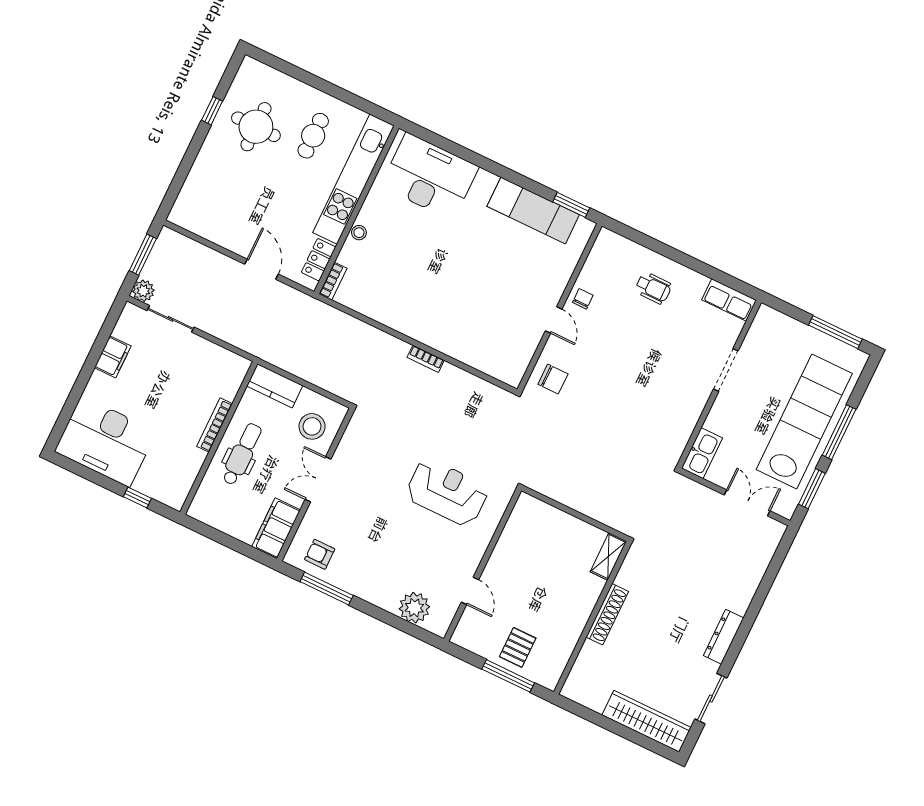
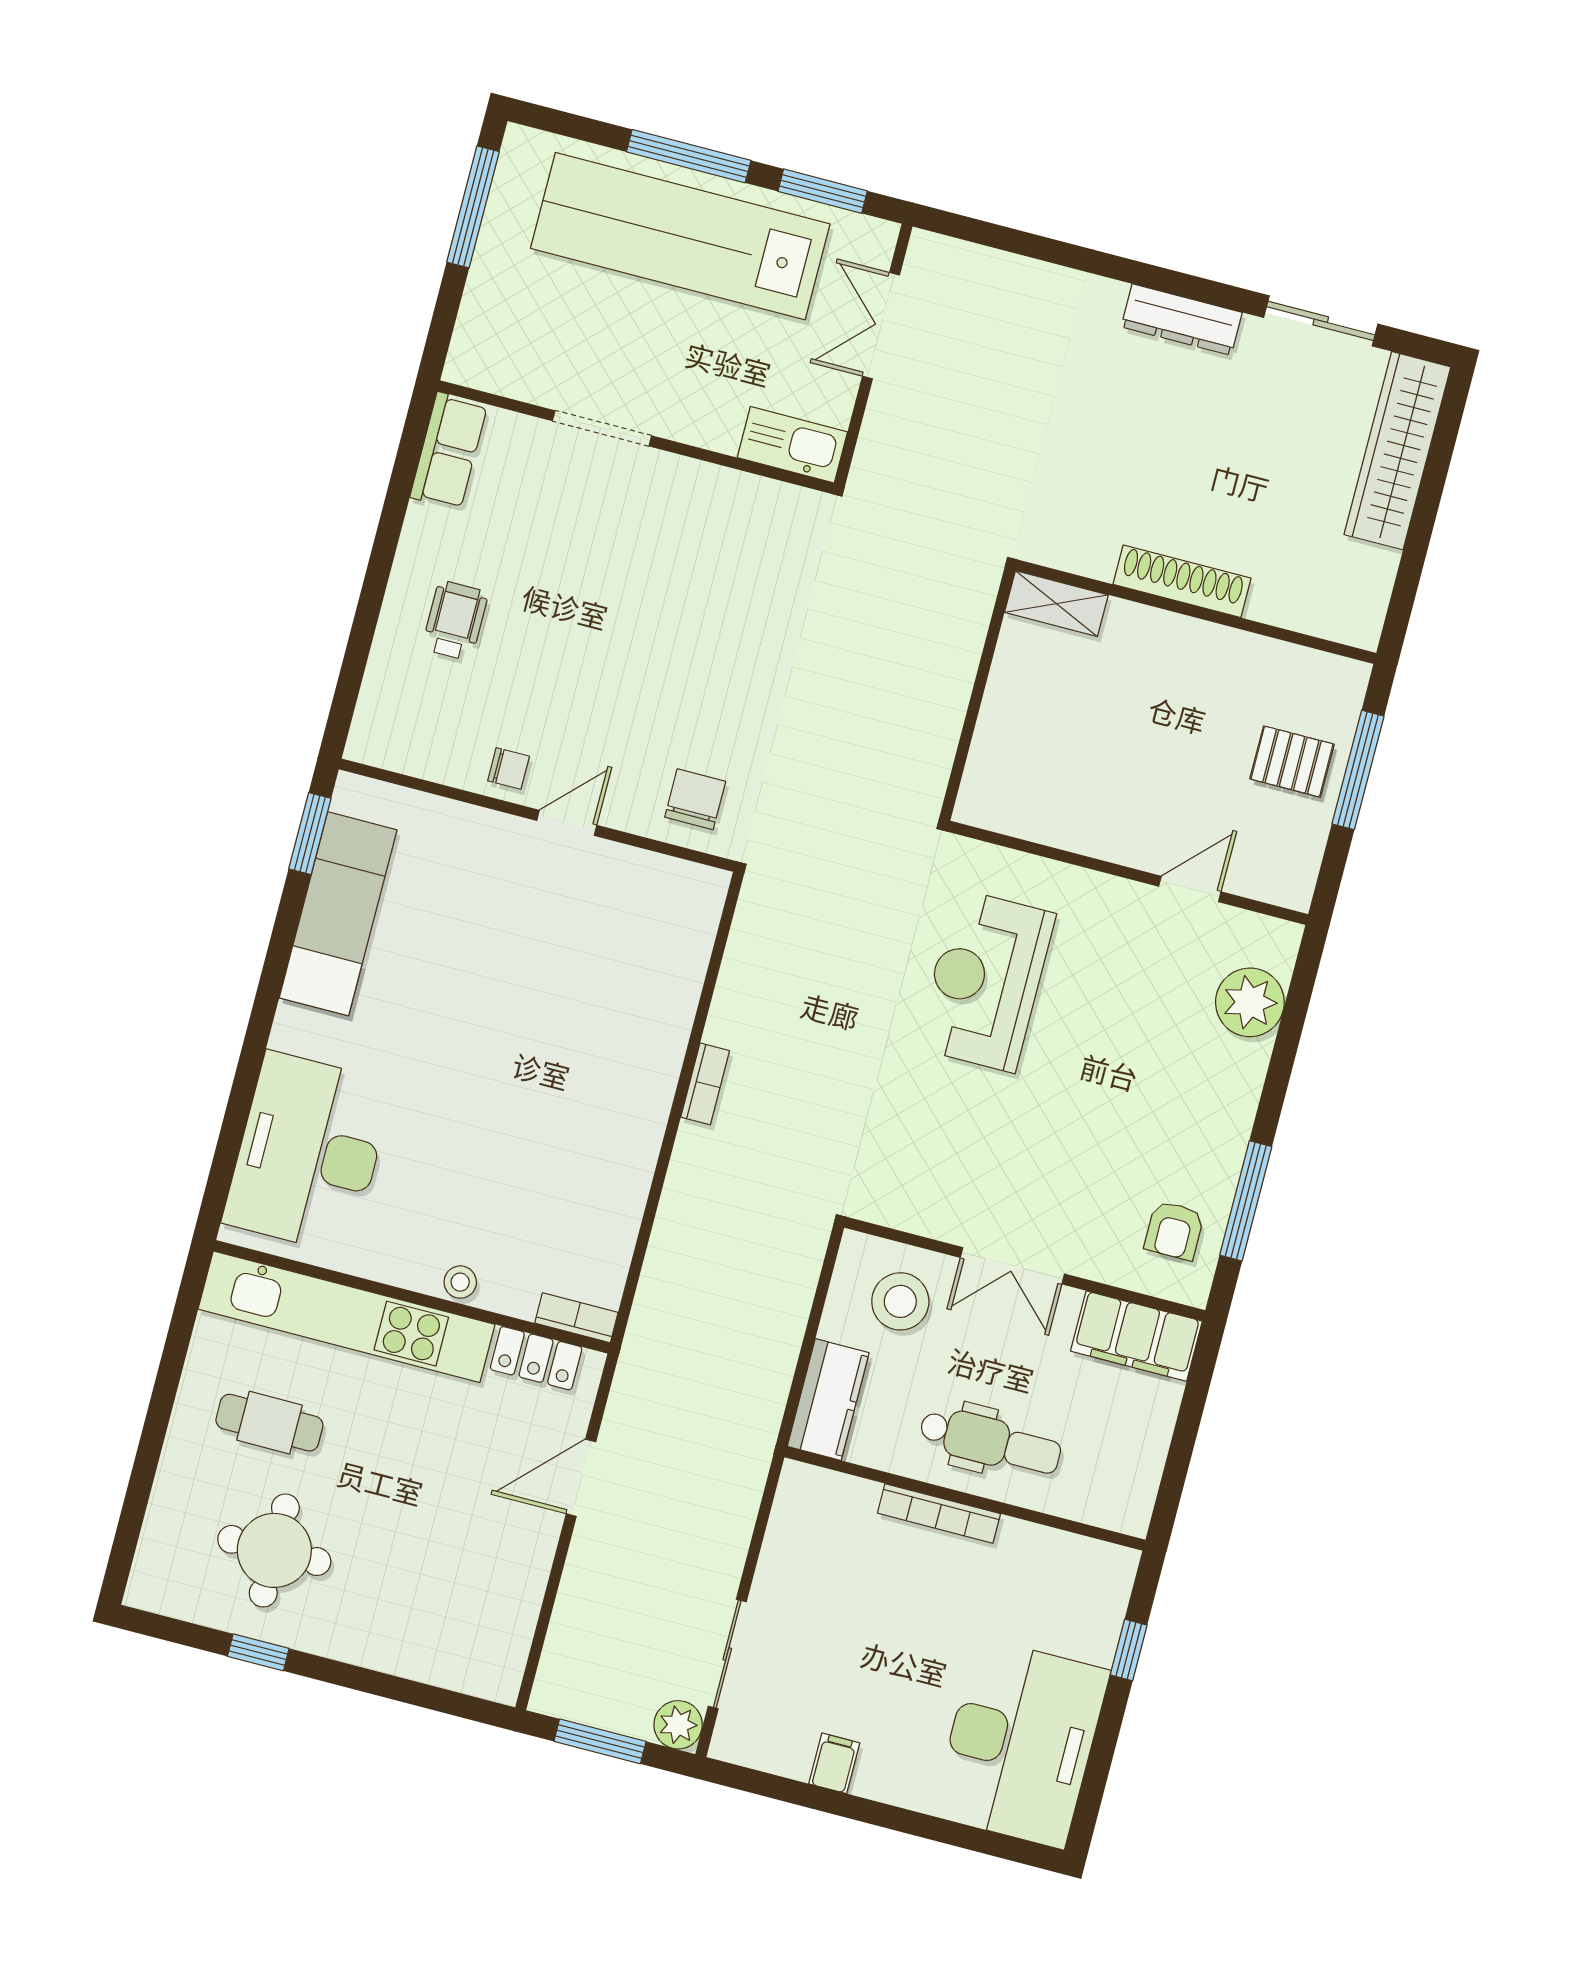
chair: (583, 299) -> (509, 769), turned 180
filing cabinet: (113, 357) -> (834, 1763), width x0.50
dental chair: (242, 454) -> (990, 1442), turned 180

